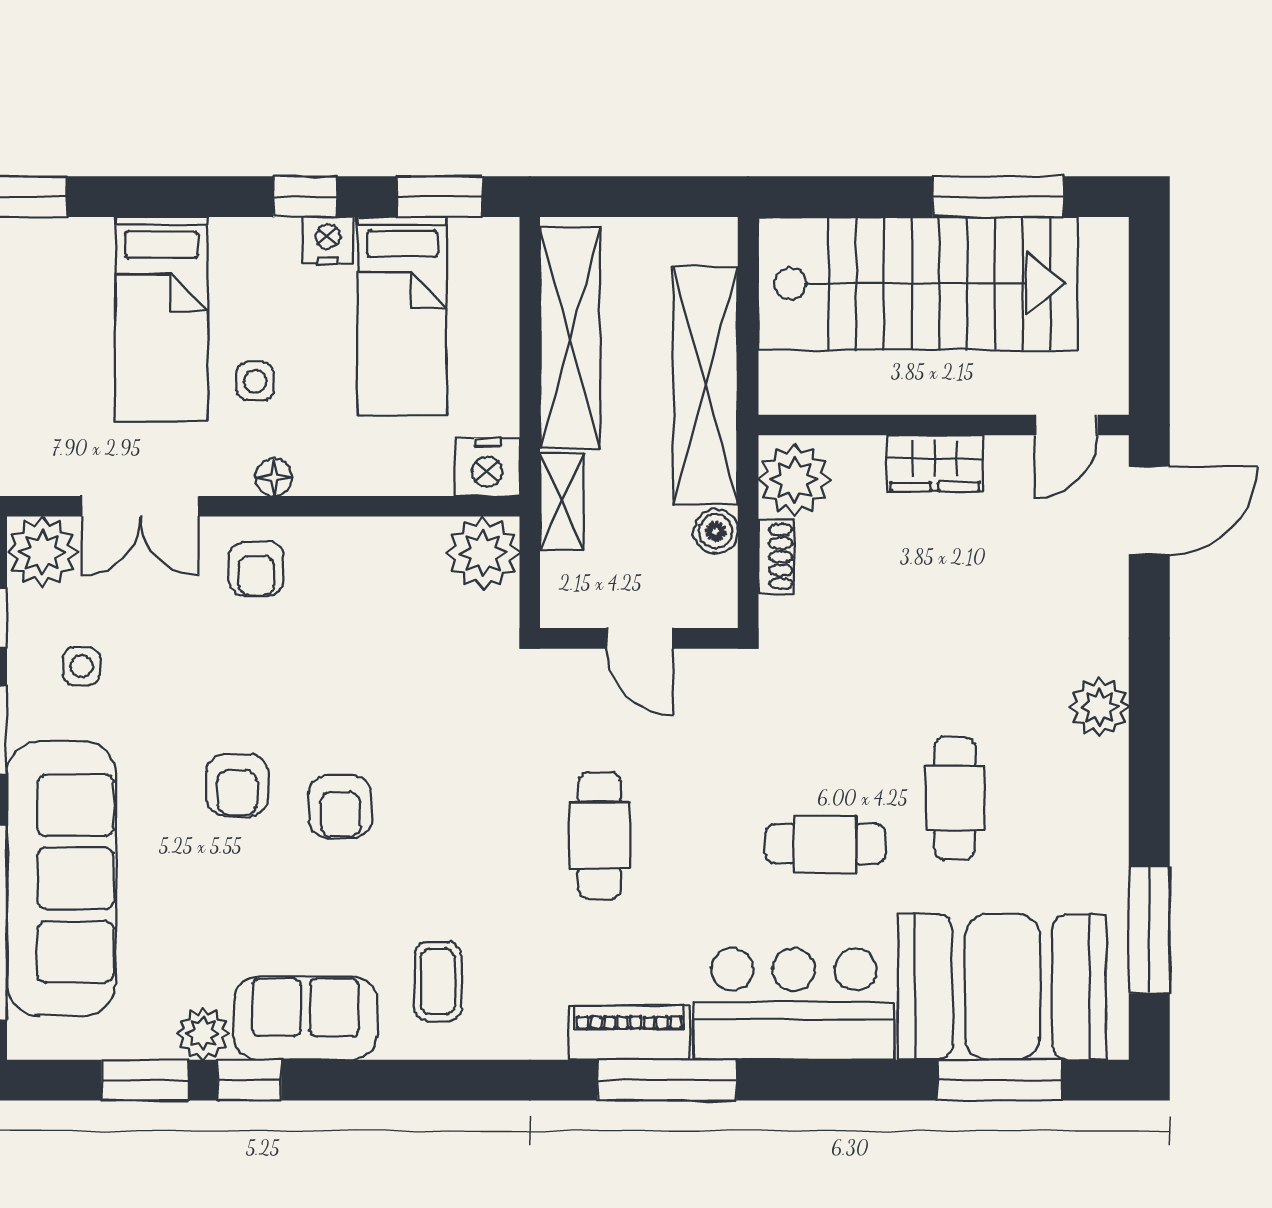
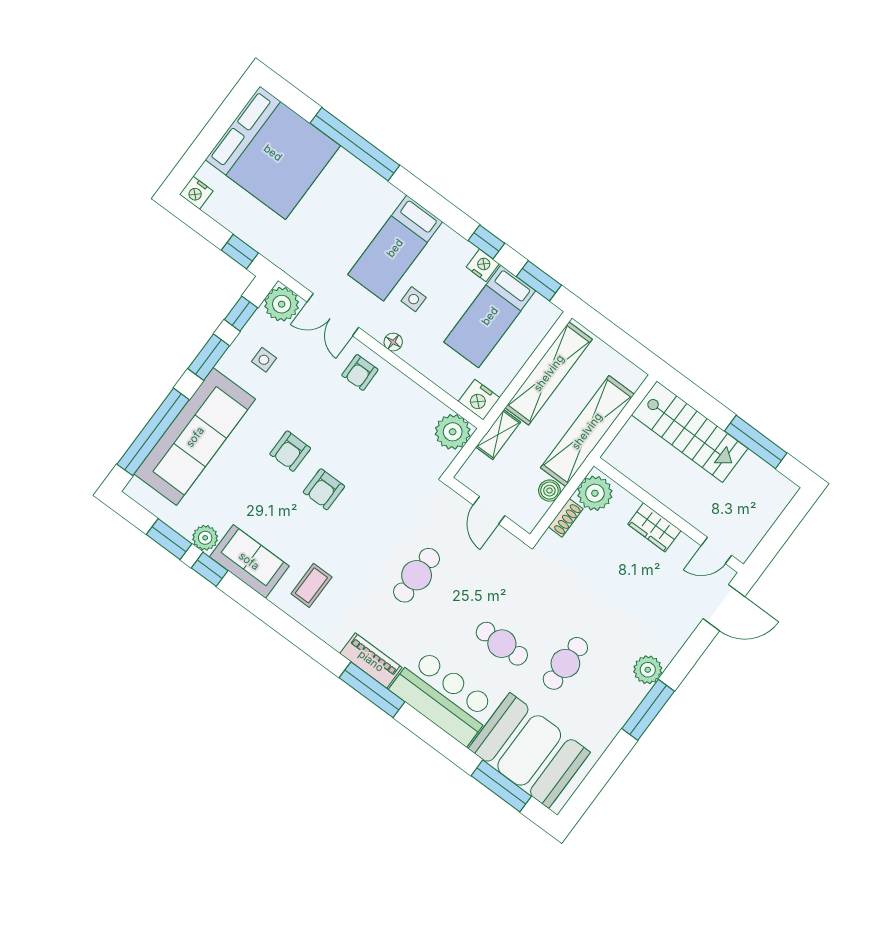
stairs: (918, 284) -> (690, 432), width x0.73, depth x0.66
window: (1149, 930) -> (648, 710), moved

